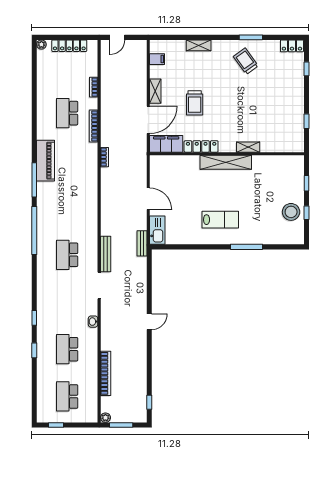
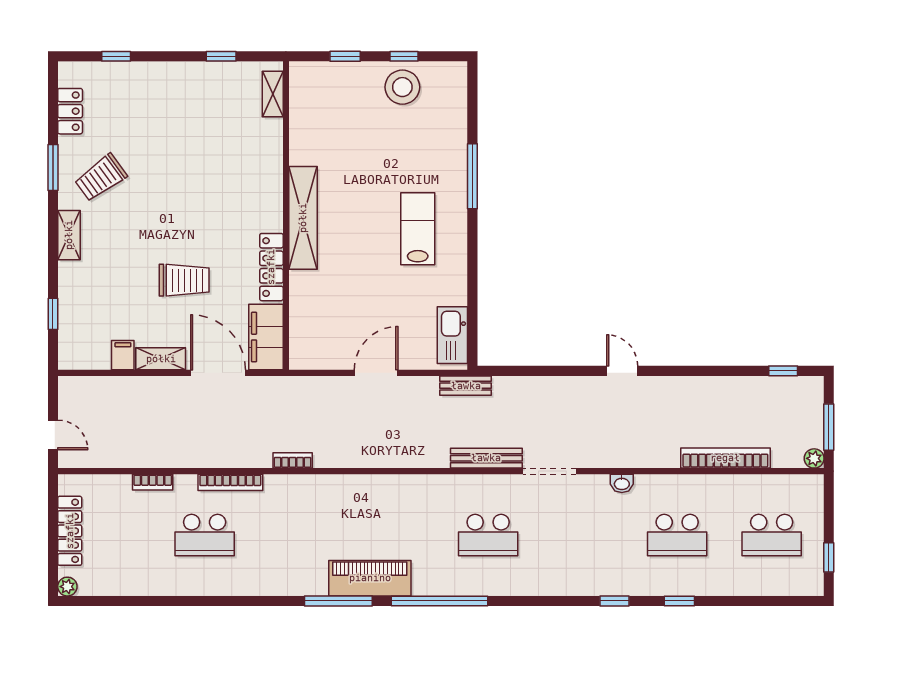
window: (178, 37) -> (53, 314), added
shelving: (199, 45) -> (69, 235), moved
locker: (292, 46) -> (70, 111), moved
filing cabinet: (157, 59) -> (123, 355), moved
shelving: (248, 147) -> (273, 94), moved
piano: (46, 161) -> (370, 578), moved
kitchen sink: (157, 230) -> (452, 335), moved, turned -90

